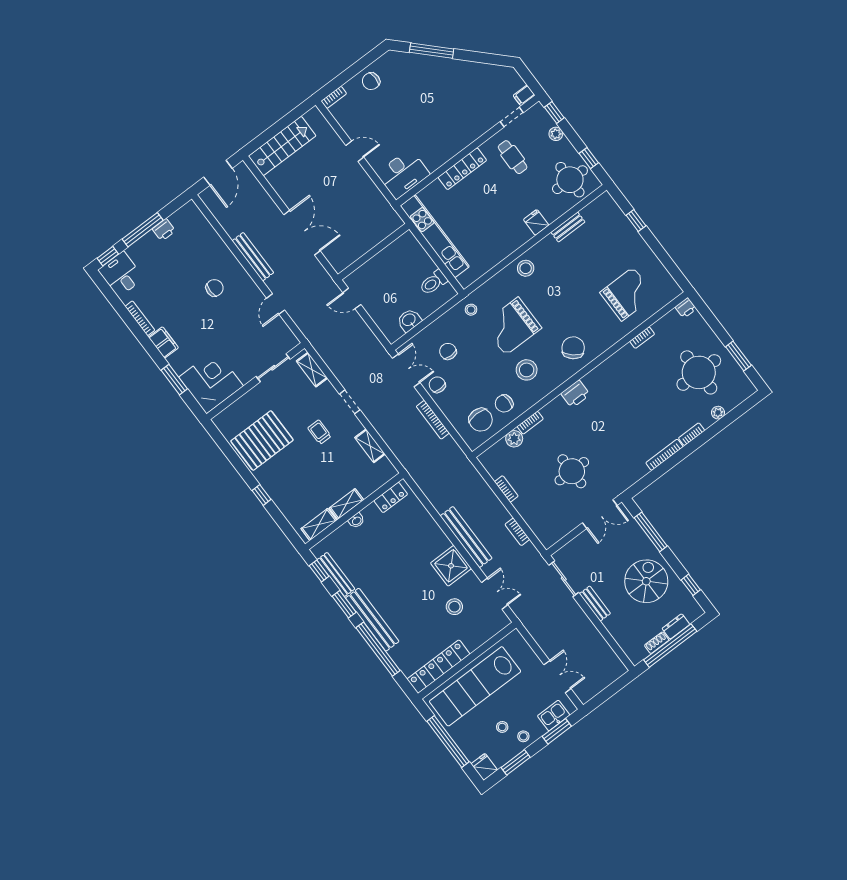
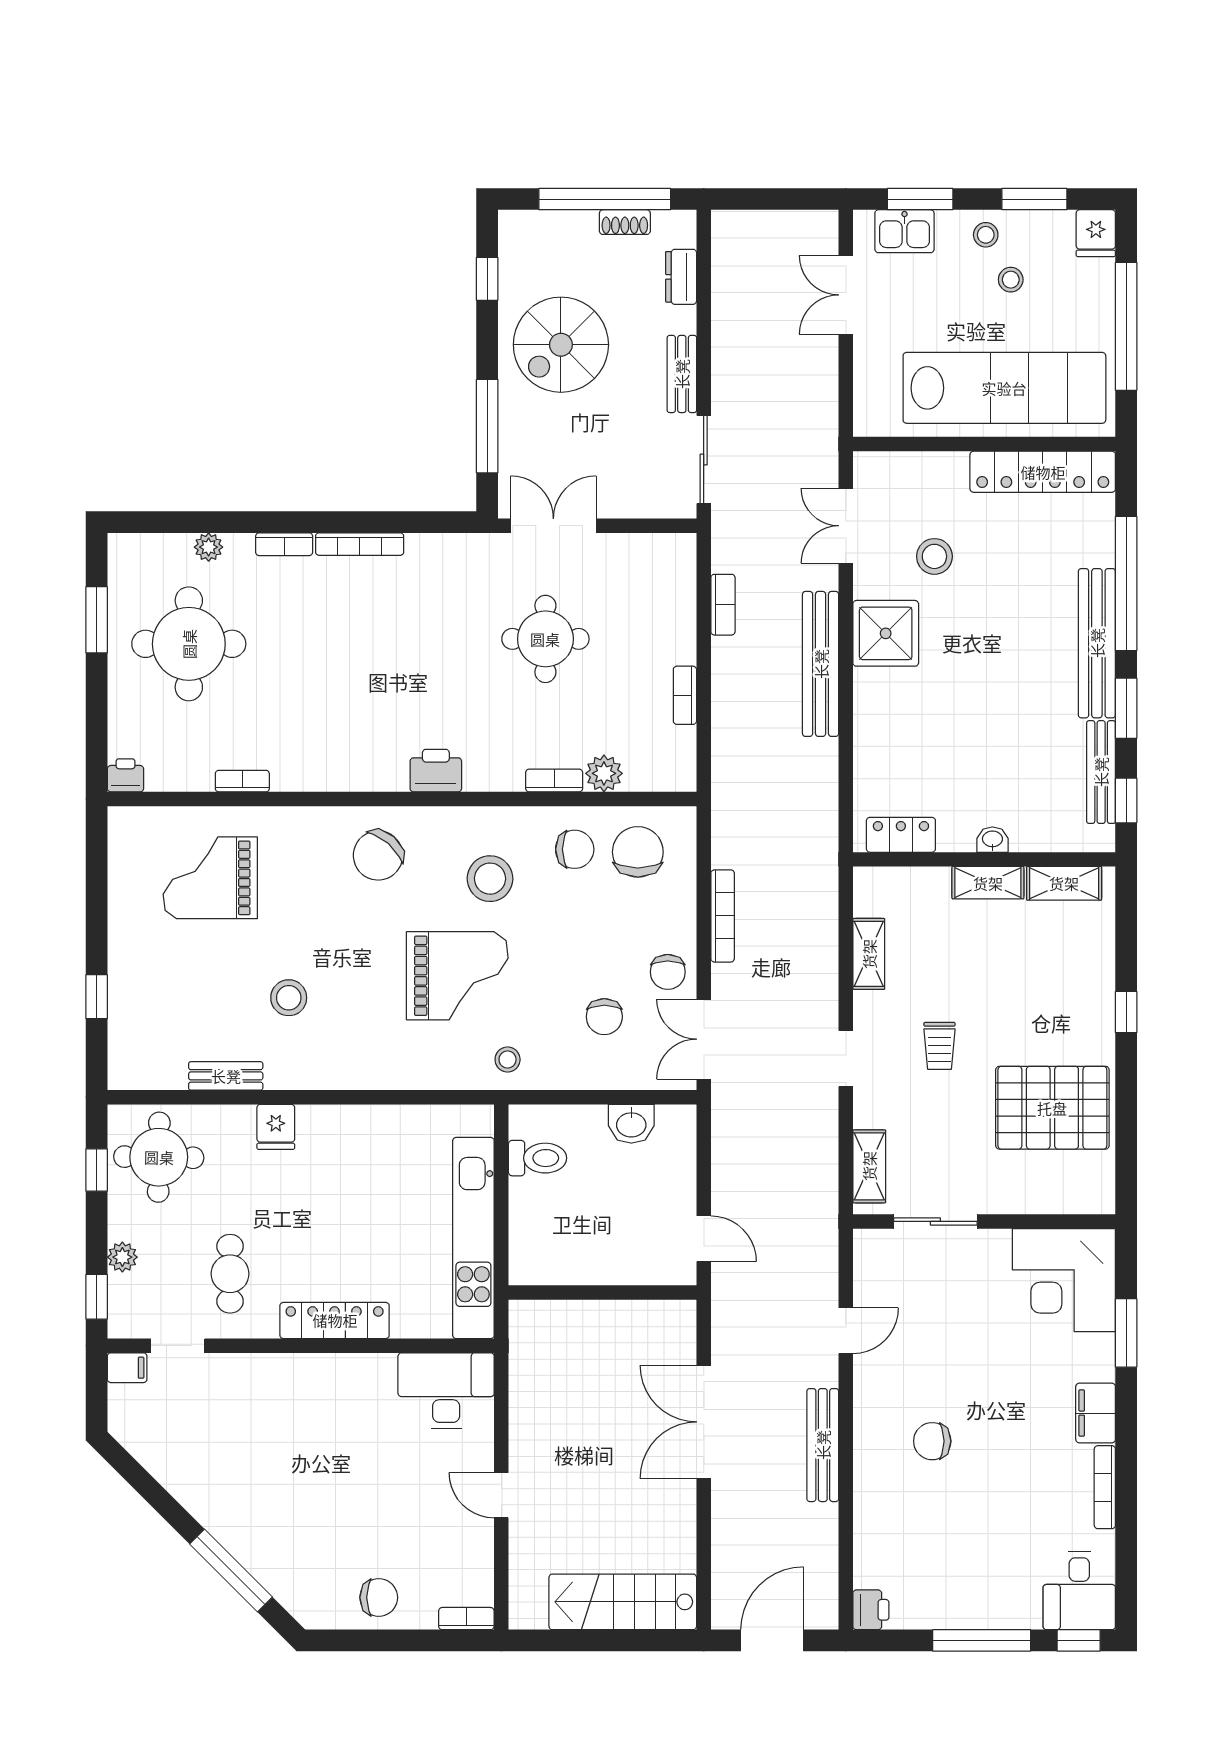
printer: (164, 230) -> (871, 1610), moved, turned 90
stool: (526, 268) -> (289, 998), moved
dresser: (676, 626) -> (681, 277), moved, turned 90

